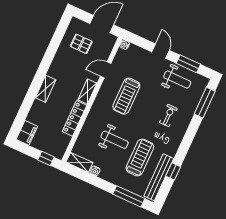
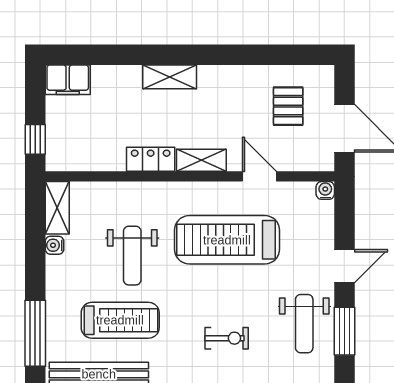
treadmill: (126, 96) -> (227, 240), width x1.37, depth x1.38
locker: (75, 118) -> (151, 159), width x0.66

